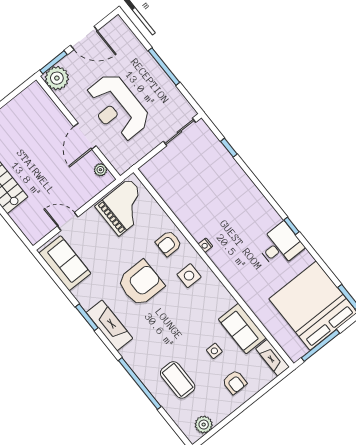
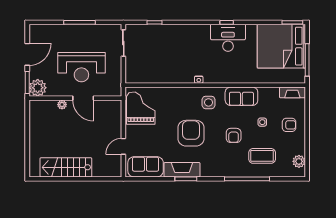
plant: (100, 170) -> (62, 105), moved
armchair: (169, 243) -> (234, 135), moved
desk: (280, 246) -> (228, 38), width x1.37
fireplace: (110, 325) -> (182, 170), moved
sofa: (242, 329) -> (241, 96), moved

